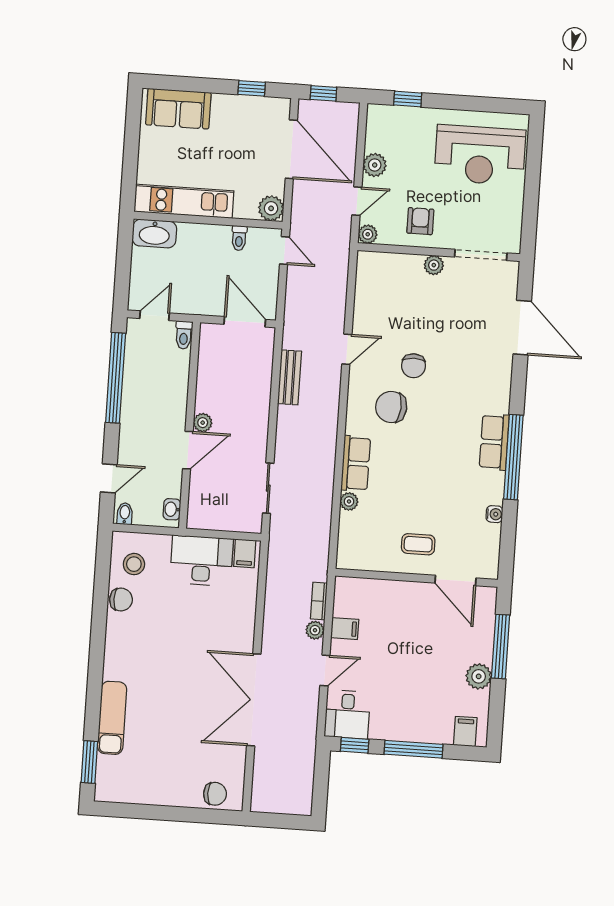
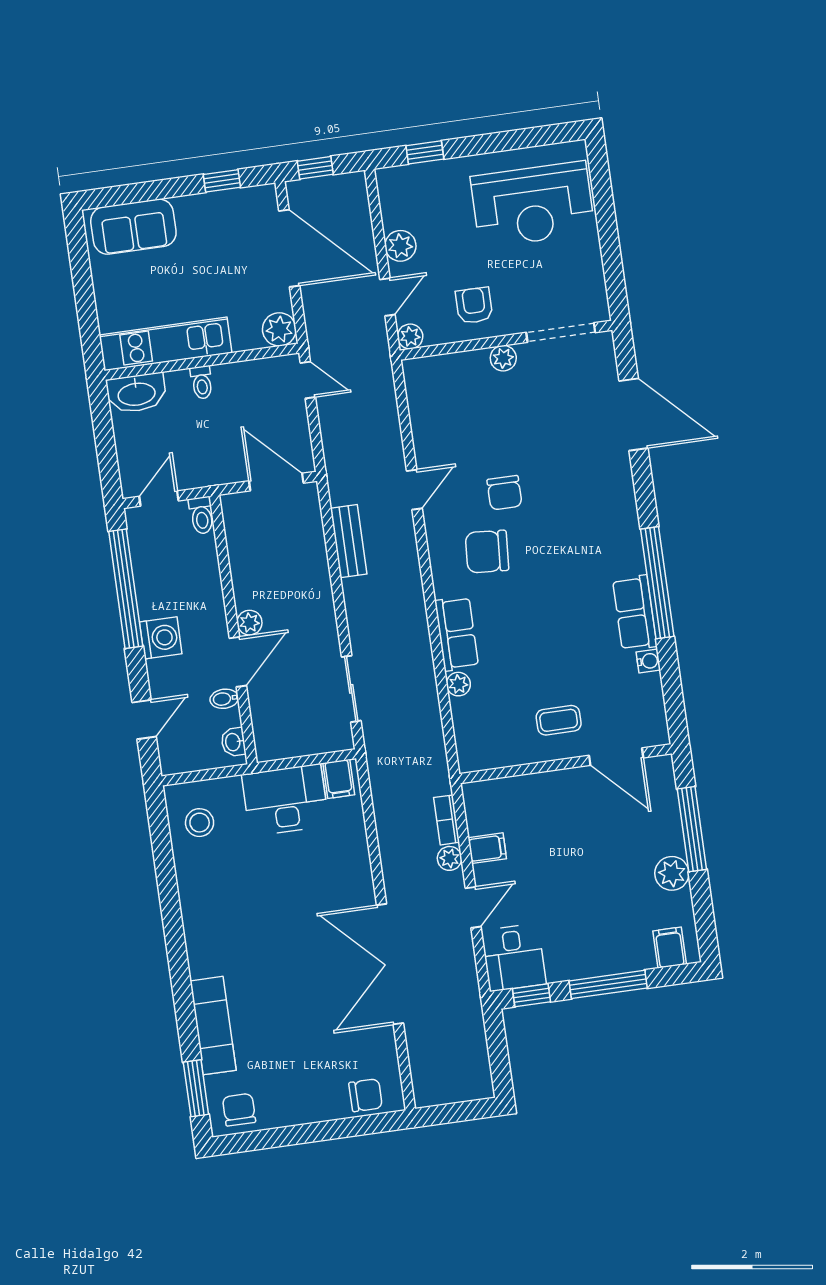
toilet: (239, 238) -> (202, 382), moved
washing machine: (134, 420) -> (161, 638), added
row of seats: (494, 442) -> (635, 613), moved
bidet: (125, 514) -> (224, 699), moved, turned -90
chair: (121, 600) -> (239, 1110), moved, turned -90

